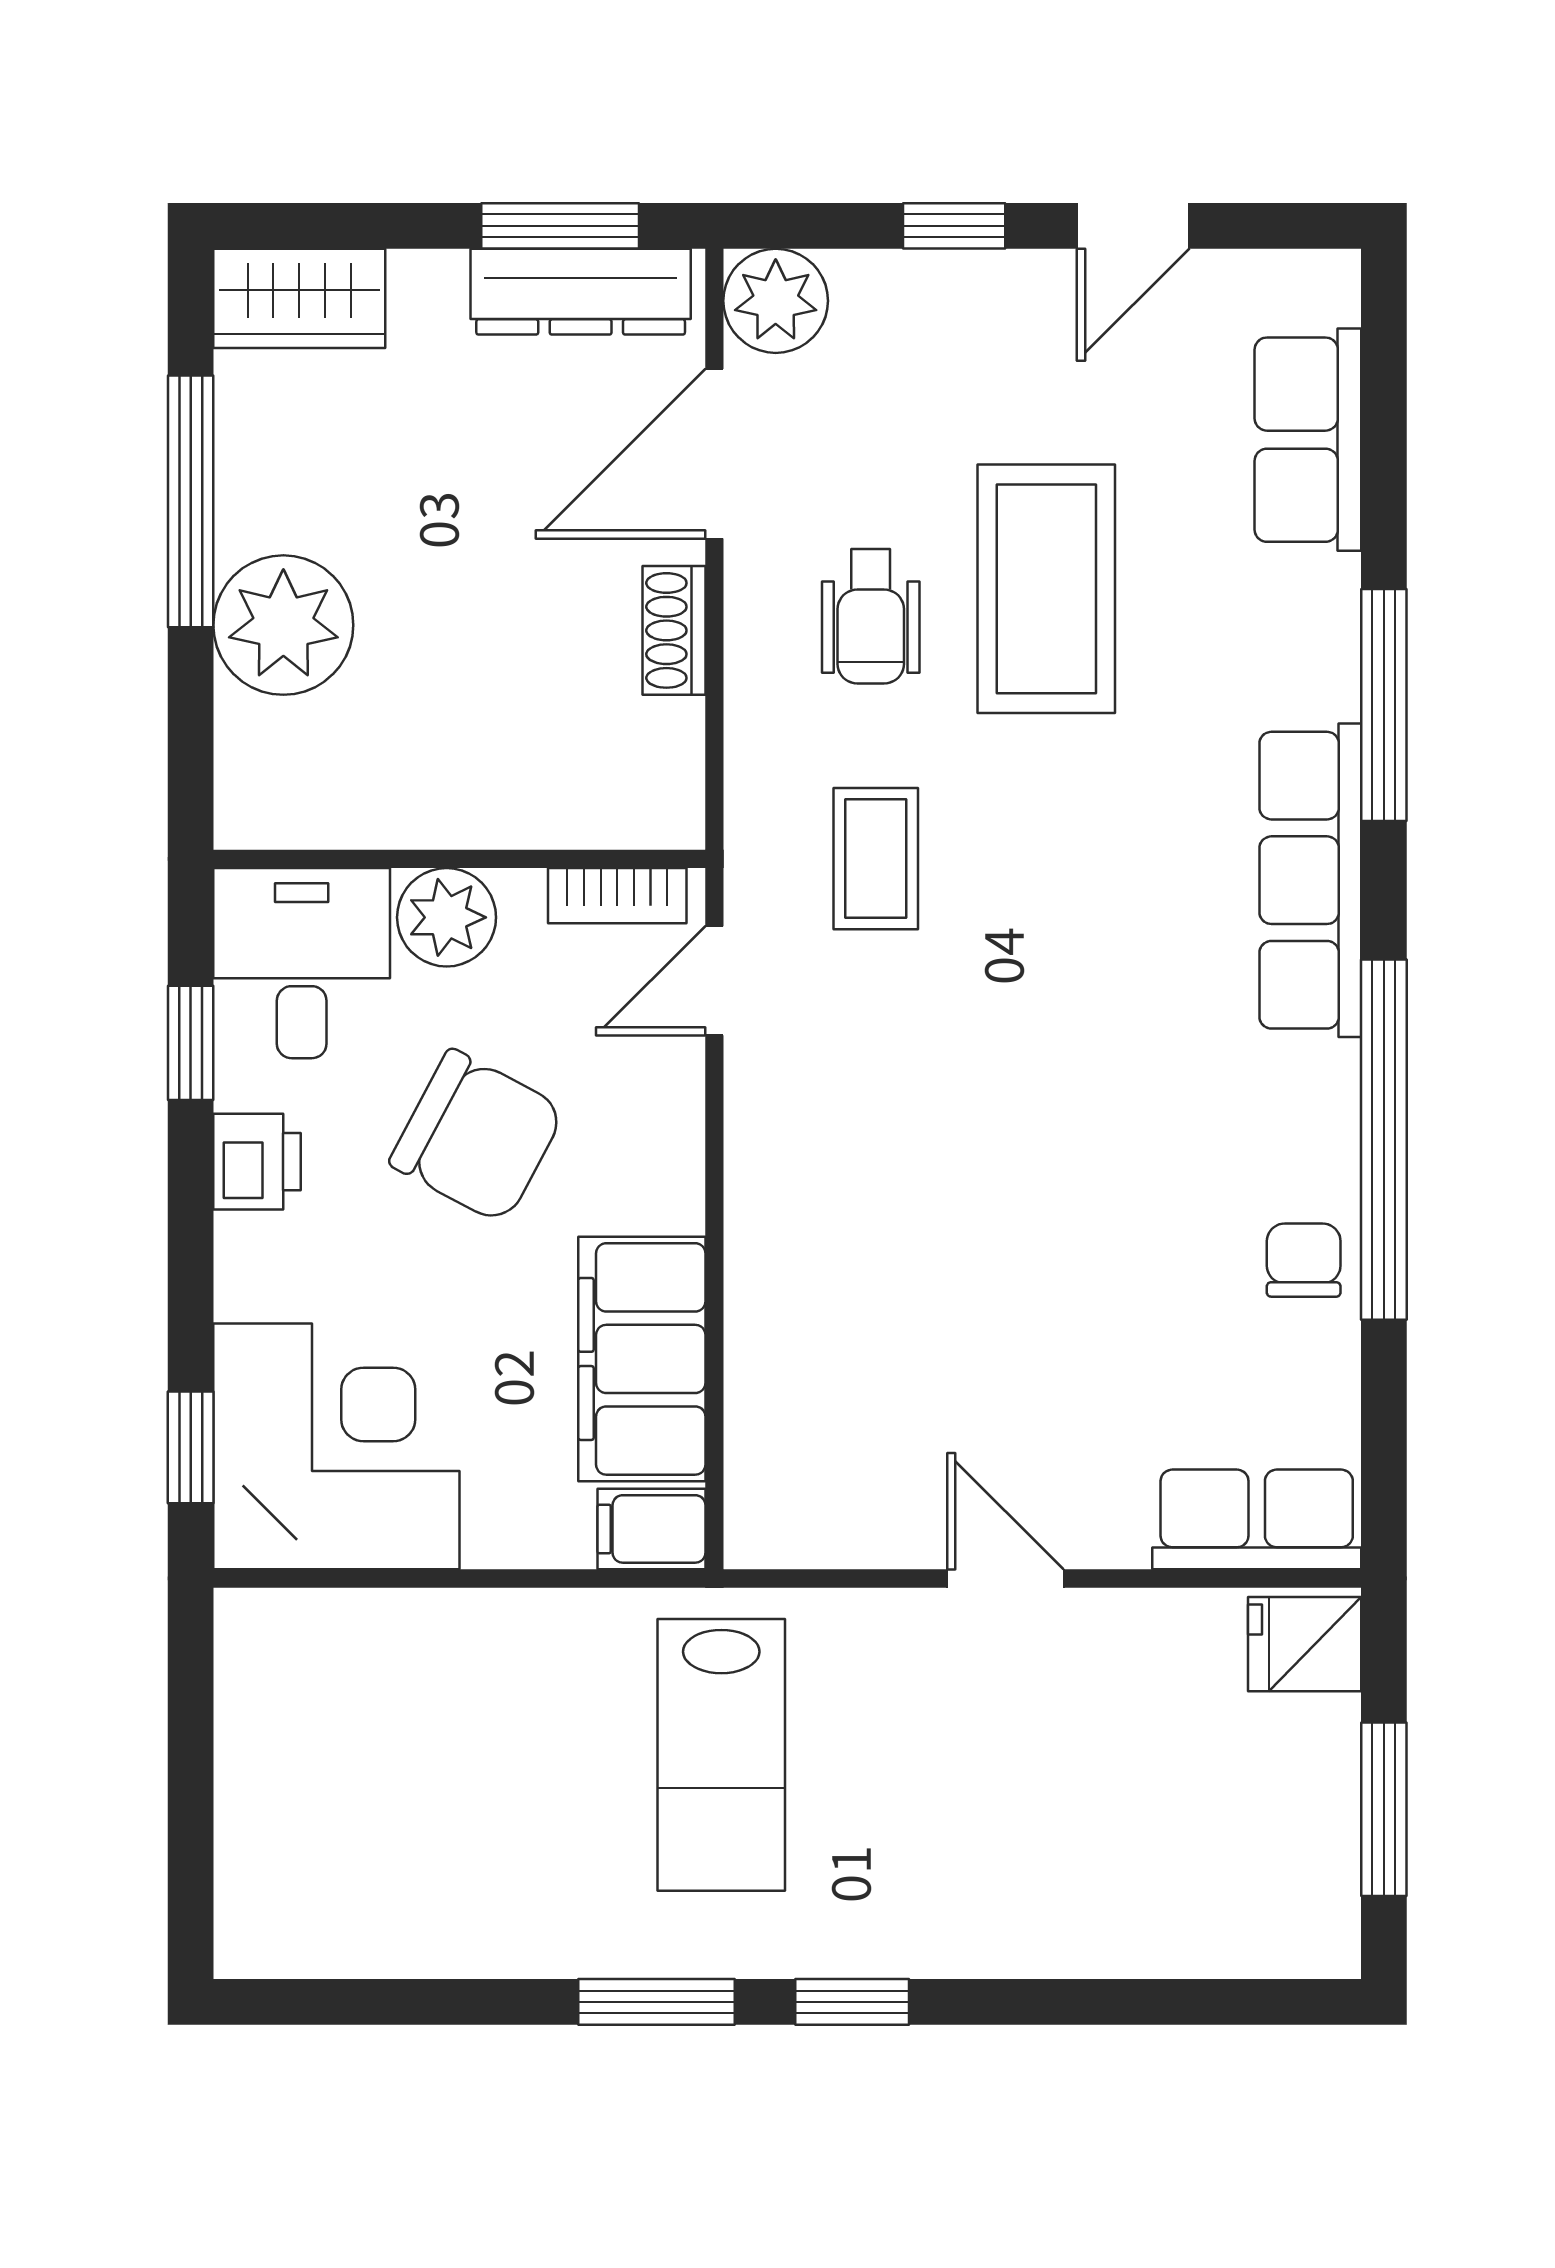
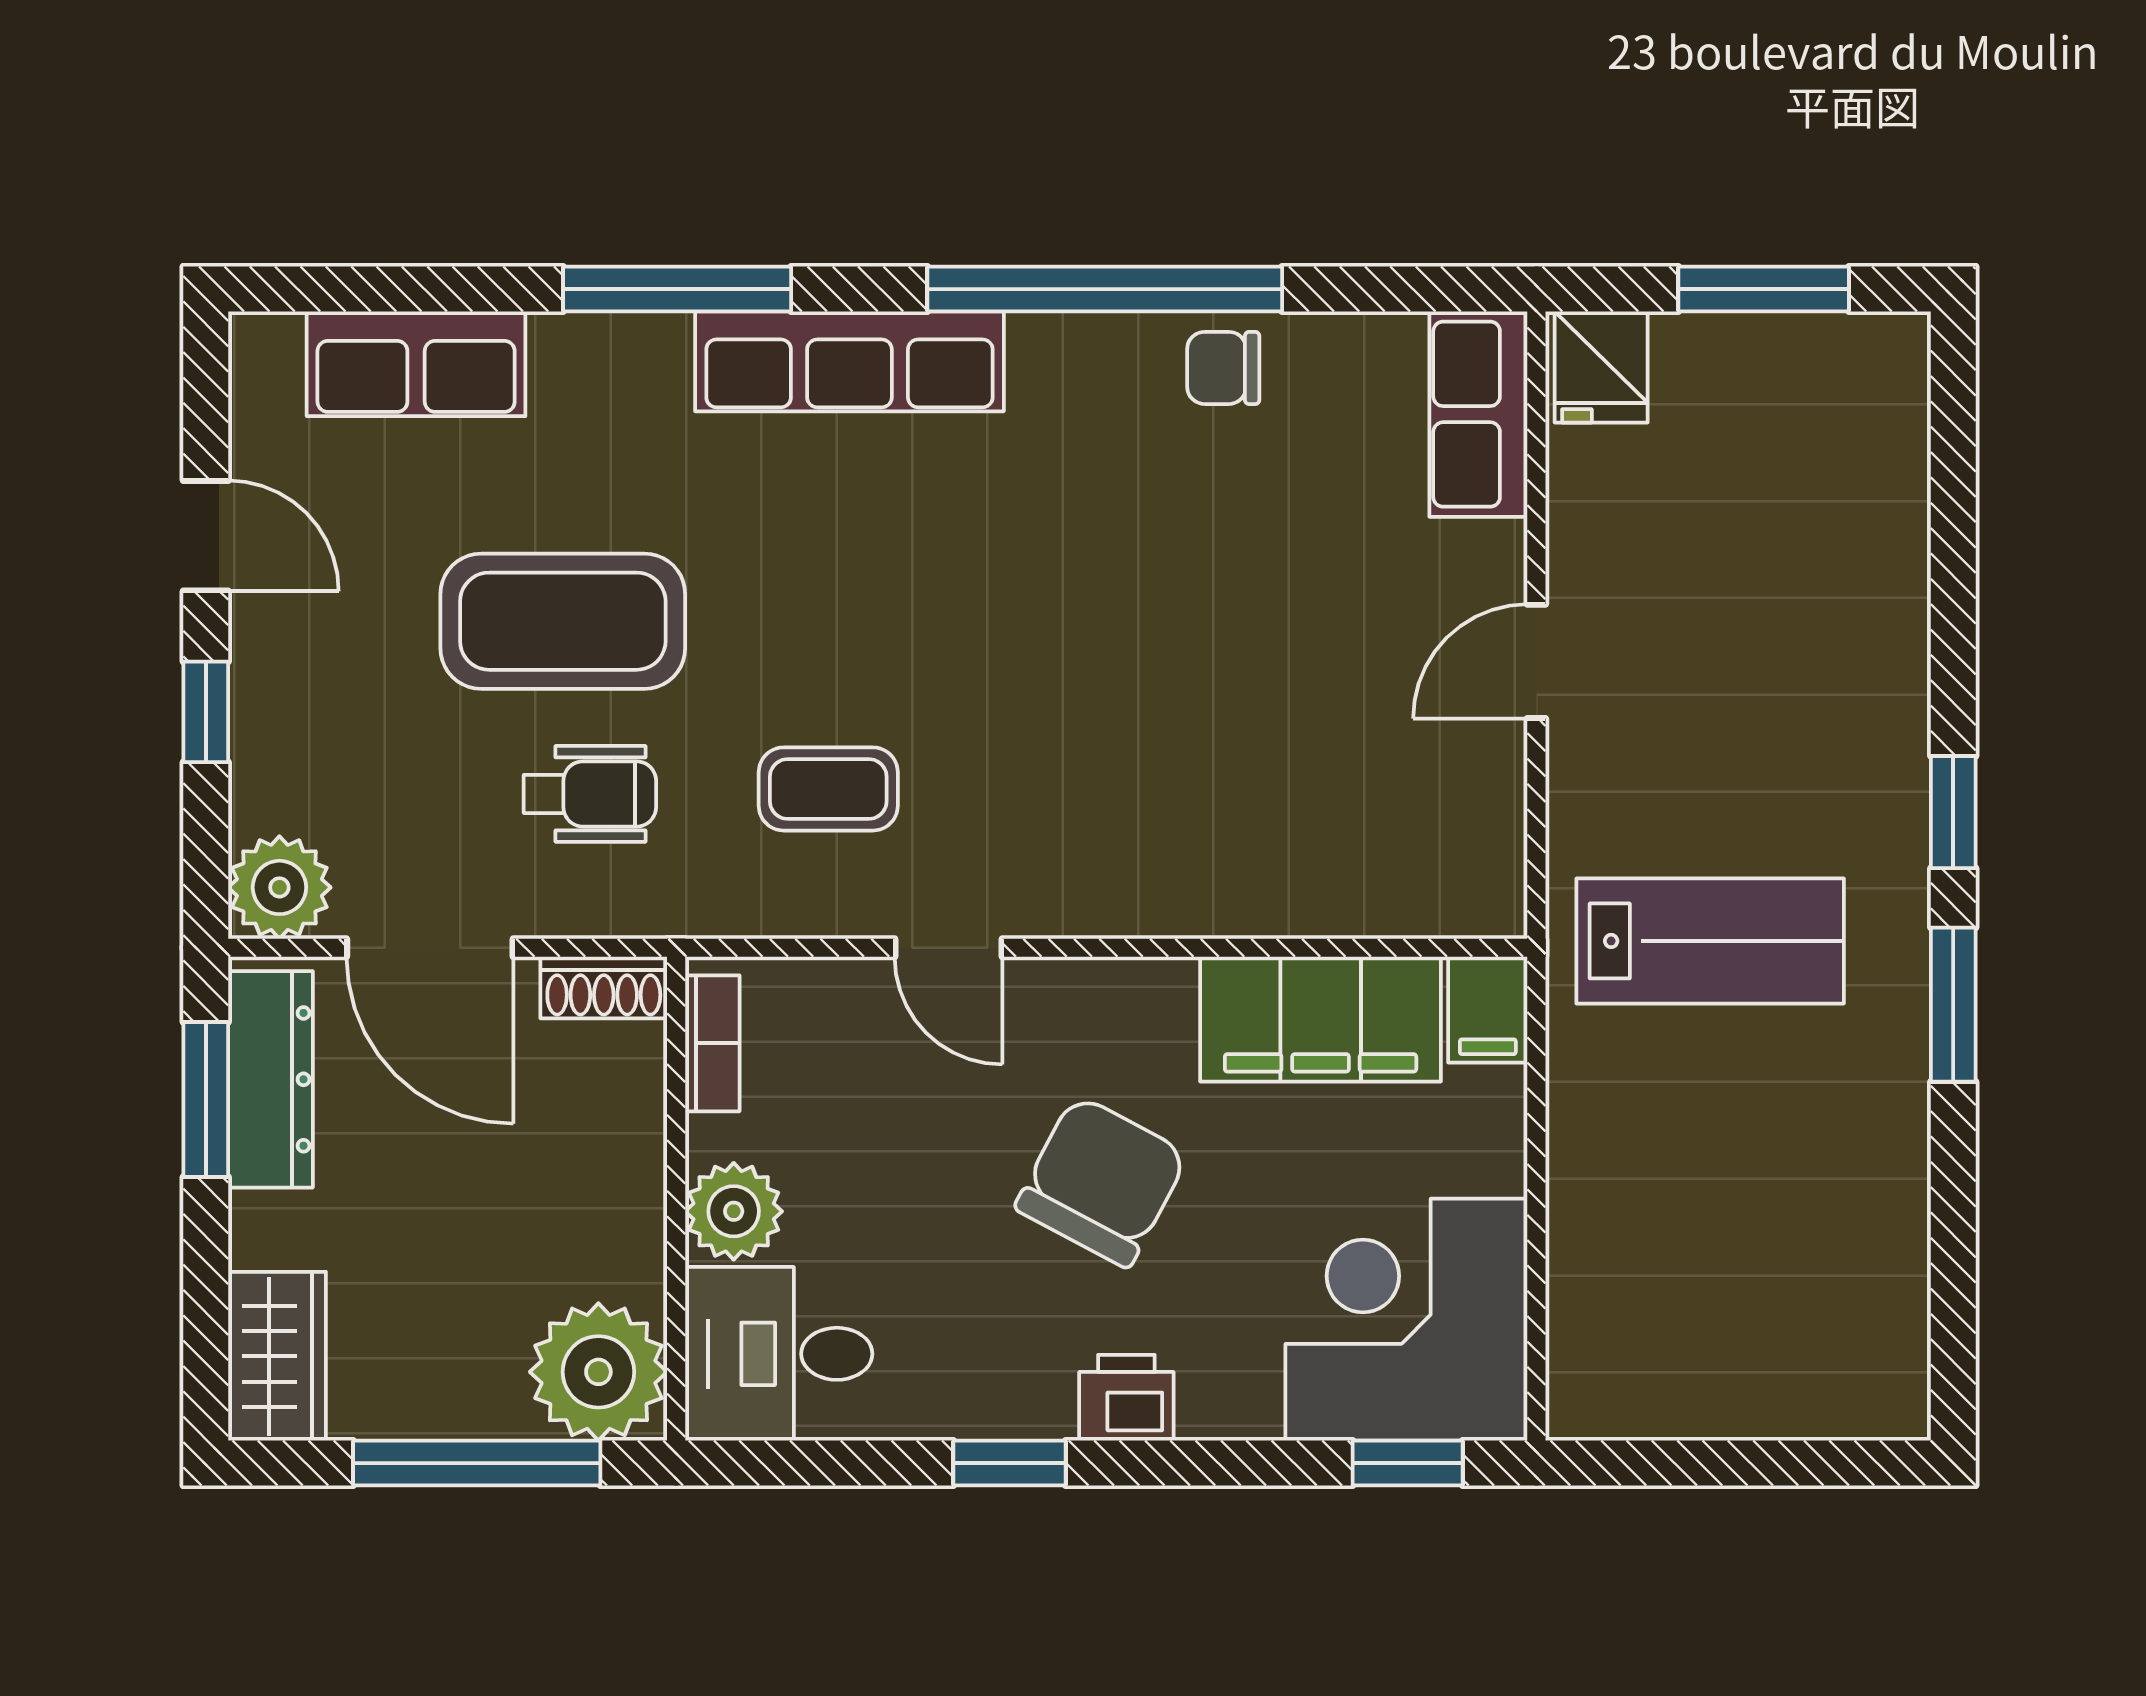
wall: (459, 859) -> (676, 1199), moved
bookcase: (617, 896) -> (712, 1043), moved
plant: (447, 917) -> (734, 1211), moved
desk: (302, 963) -> (779, 1354), moved

